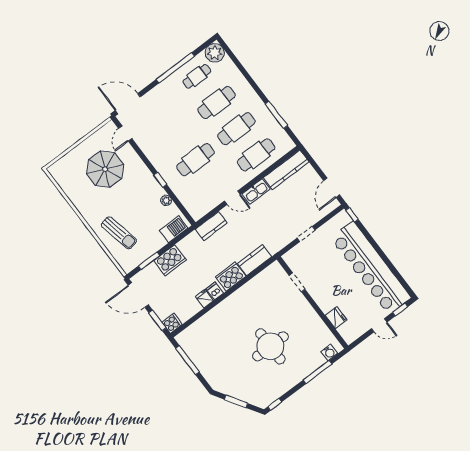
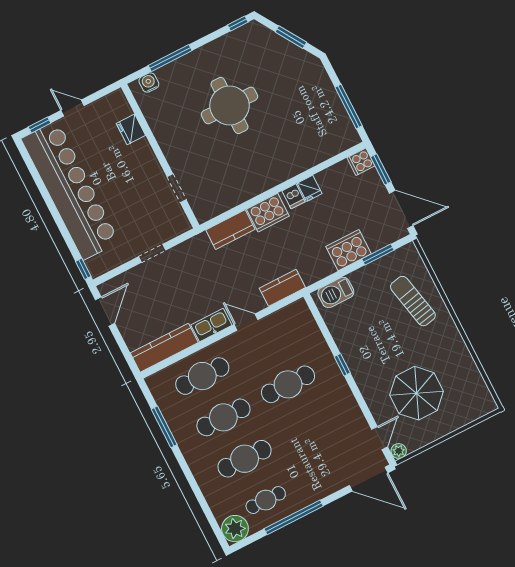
plant: (166, 200) -> (399, 451), moved

